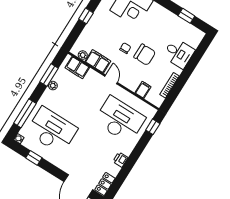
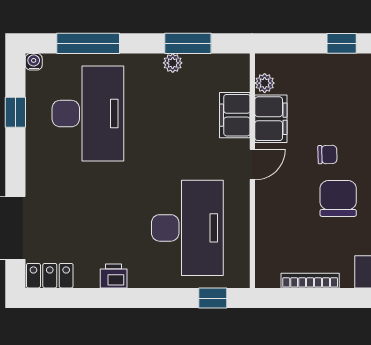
chair: (145, 55) -> (338, 198), turned 180
filing cabinet: (77, 68) -> (235, 115), moved
filing cabinet: (143, 90) -> (270, 236), removed

